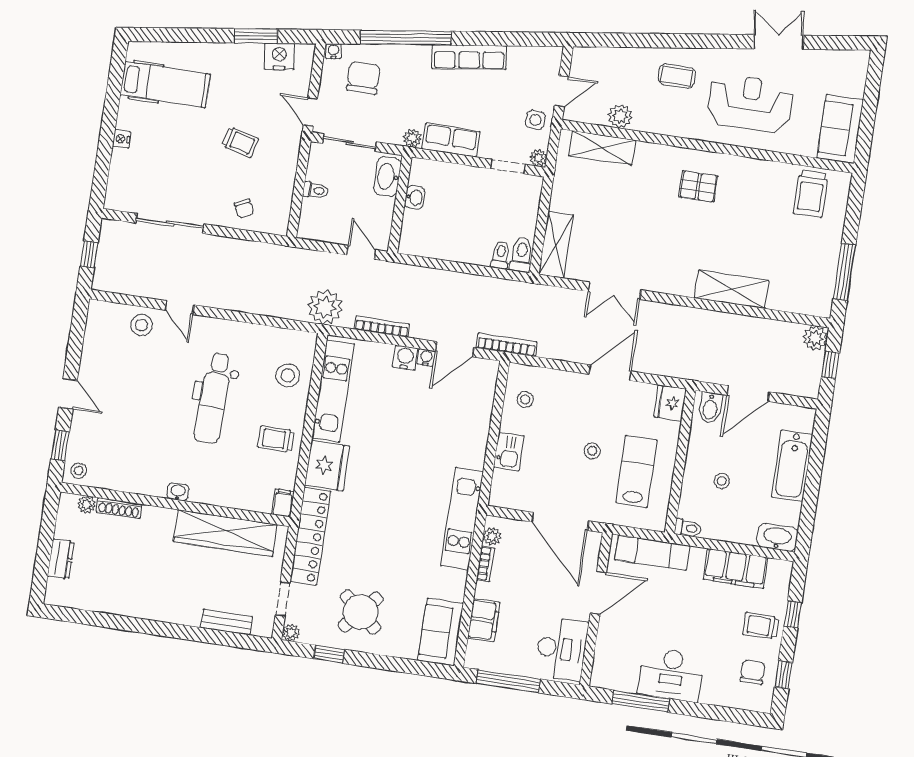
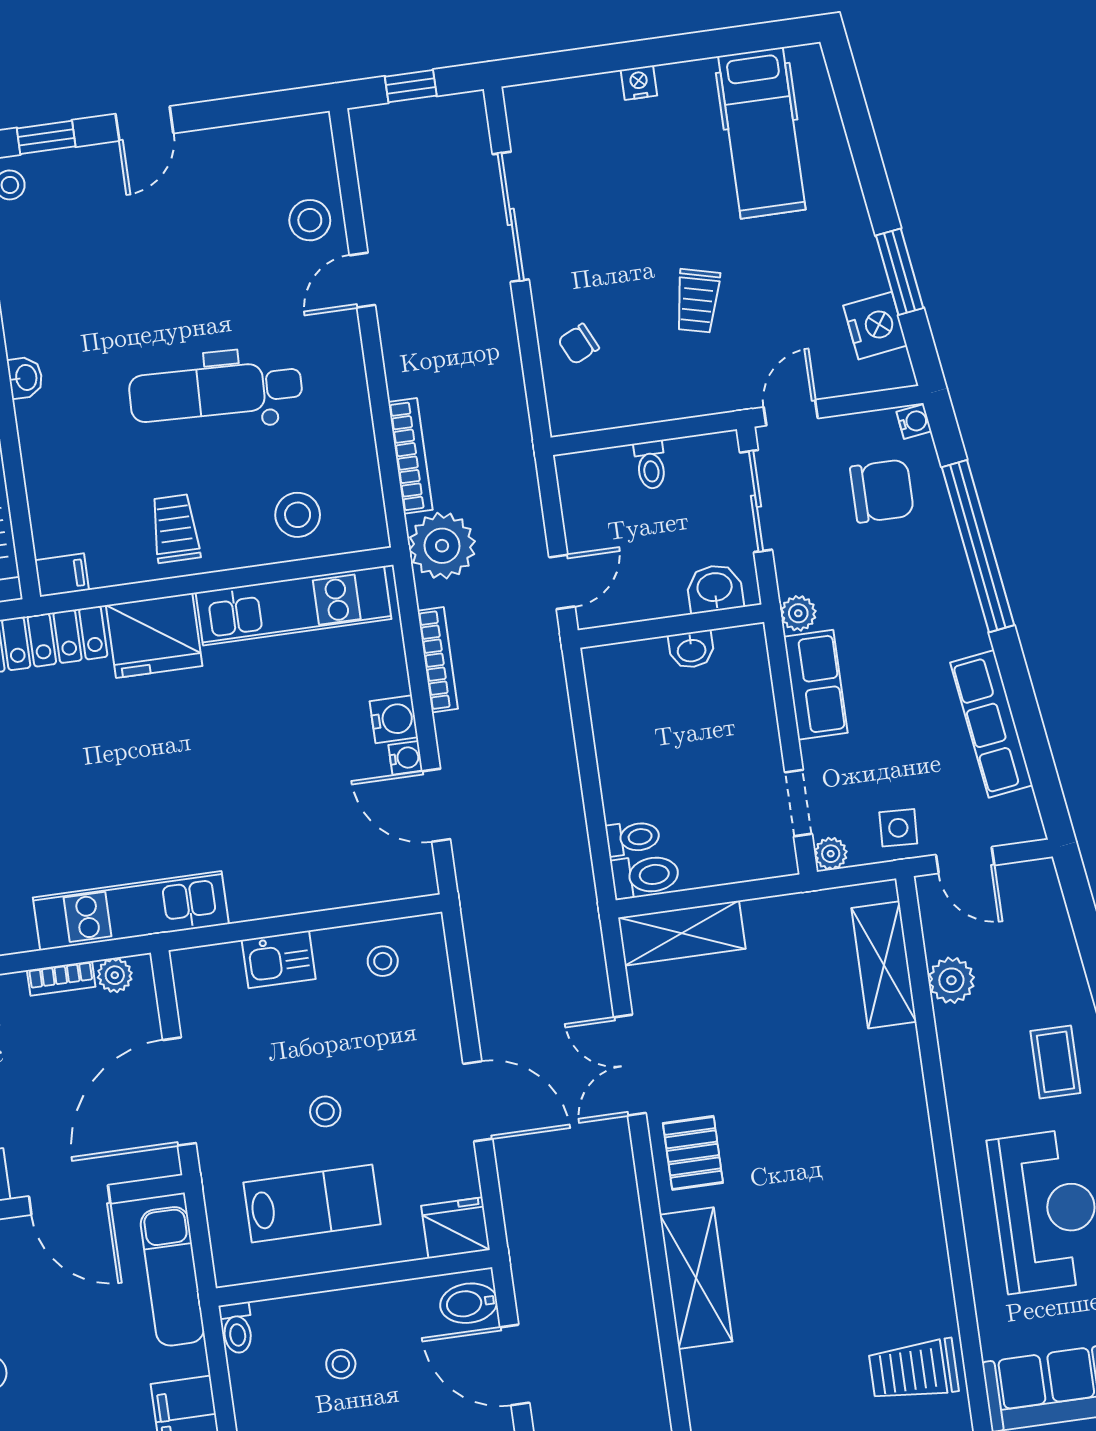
row of seats: (469, 57) -> (992, 724), moved
washbasin: (387, 177) -> (715, 588), width x0.72
pallet: (698, 186) -> (693, 1153), moved
bookcase: (507, 345) -> (410, 456), moved

